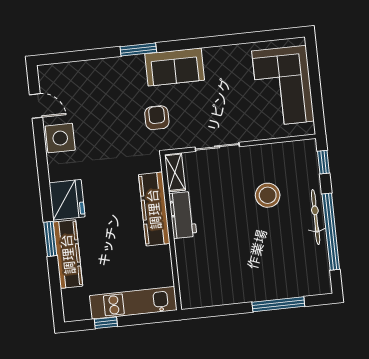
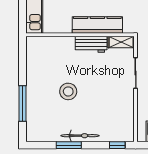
stool: (268, 195) -> (68, 91), moved
window: (331, 232) -> (69, 145), width x0.47

